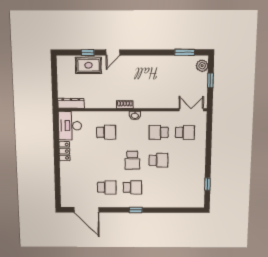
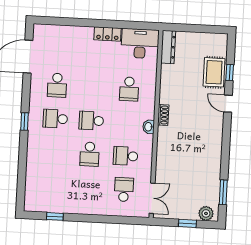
school desk: (159, 132) -> (126, 156), turned -90
school desk: (185, 132) -> (124, 190), turned 180
school desk: (132, 187) -> (55, 119), turned 90

